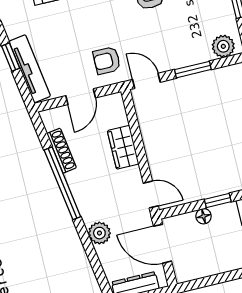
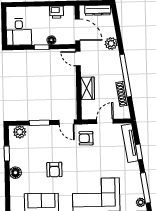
armchair: (107, 61) -> (86, 138), turned 180
printer: (205, 266) -> (56, 12), added

